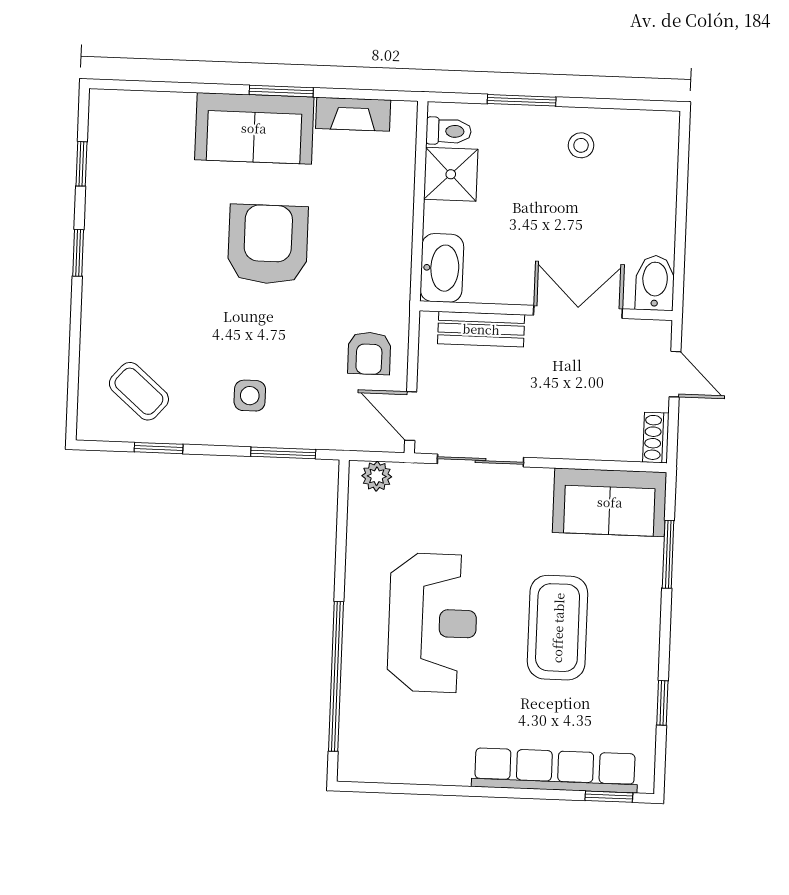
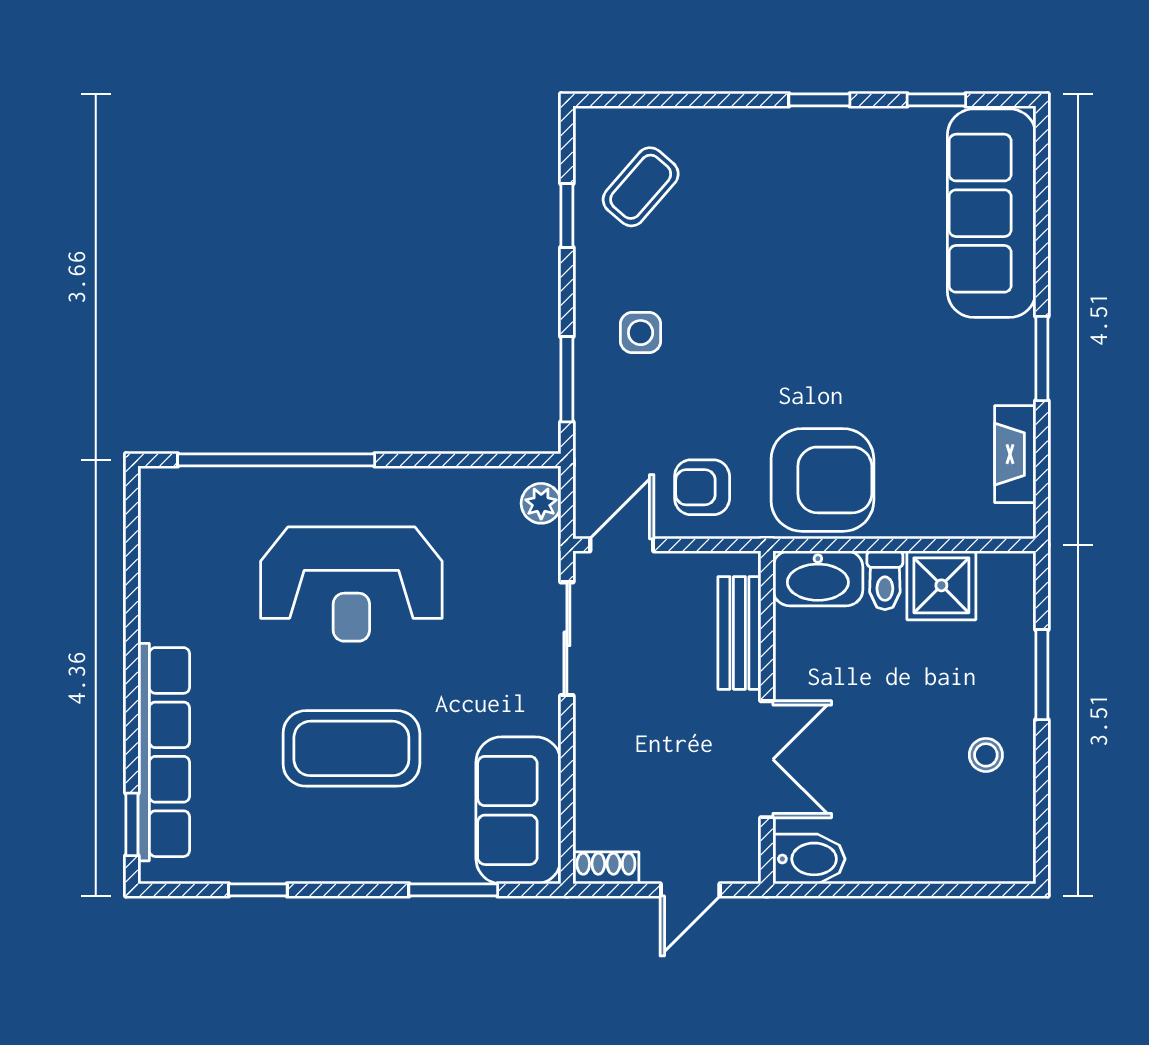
sofa: (254, 128) -> (992, 213), moved, width x1.36
toilet: (449, 131) -> (885, 580), moved
armchair: (268, 244) -> (822, 480), moved

